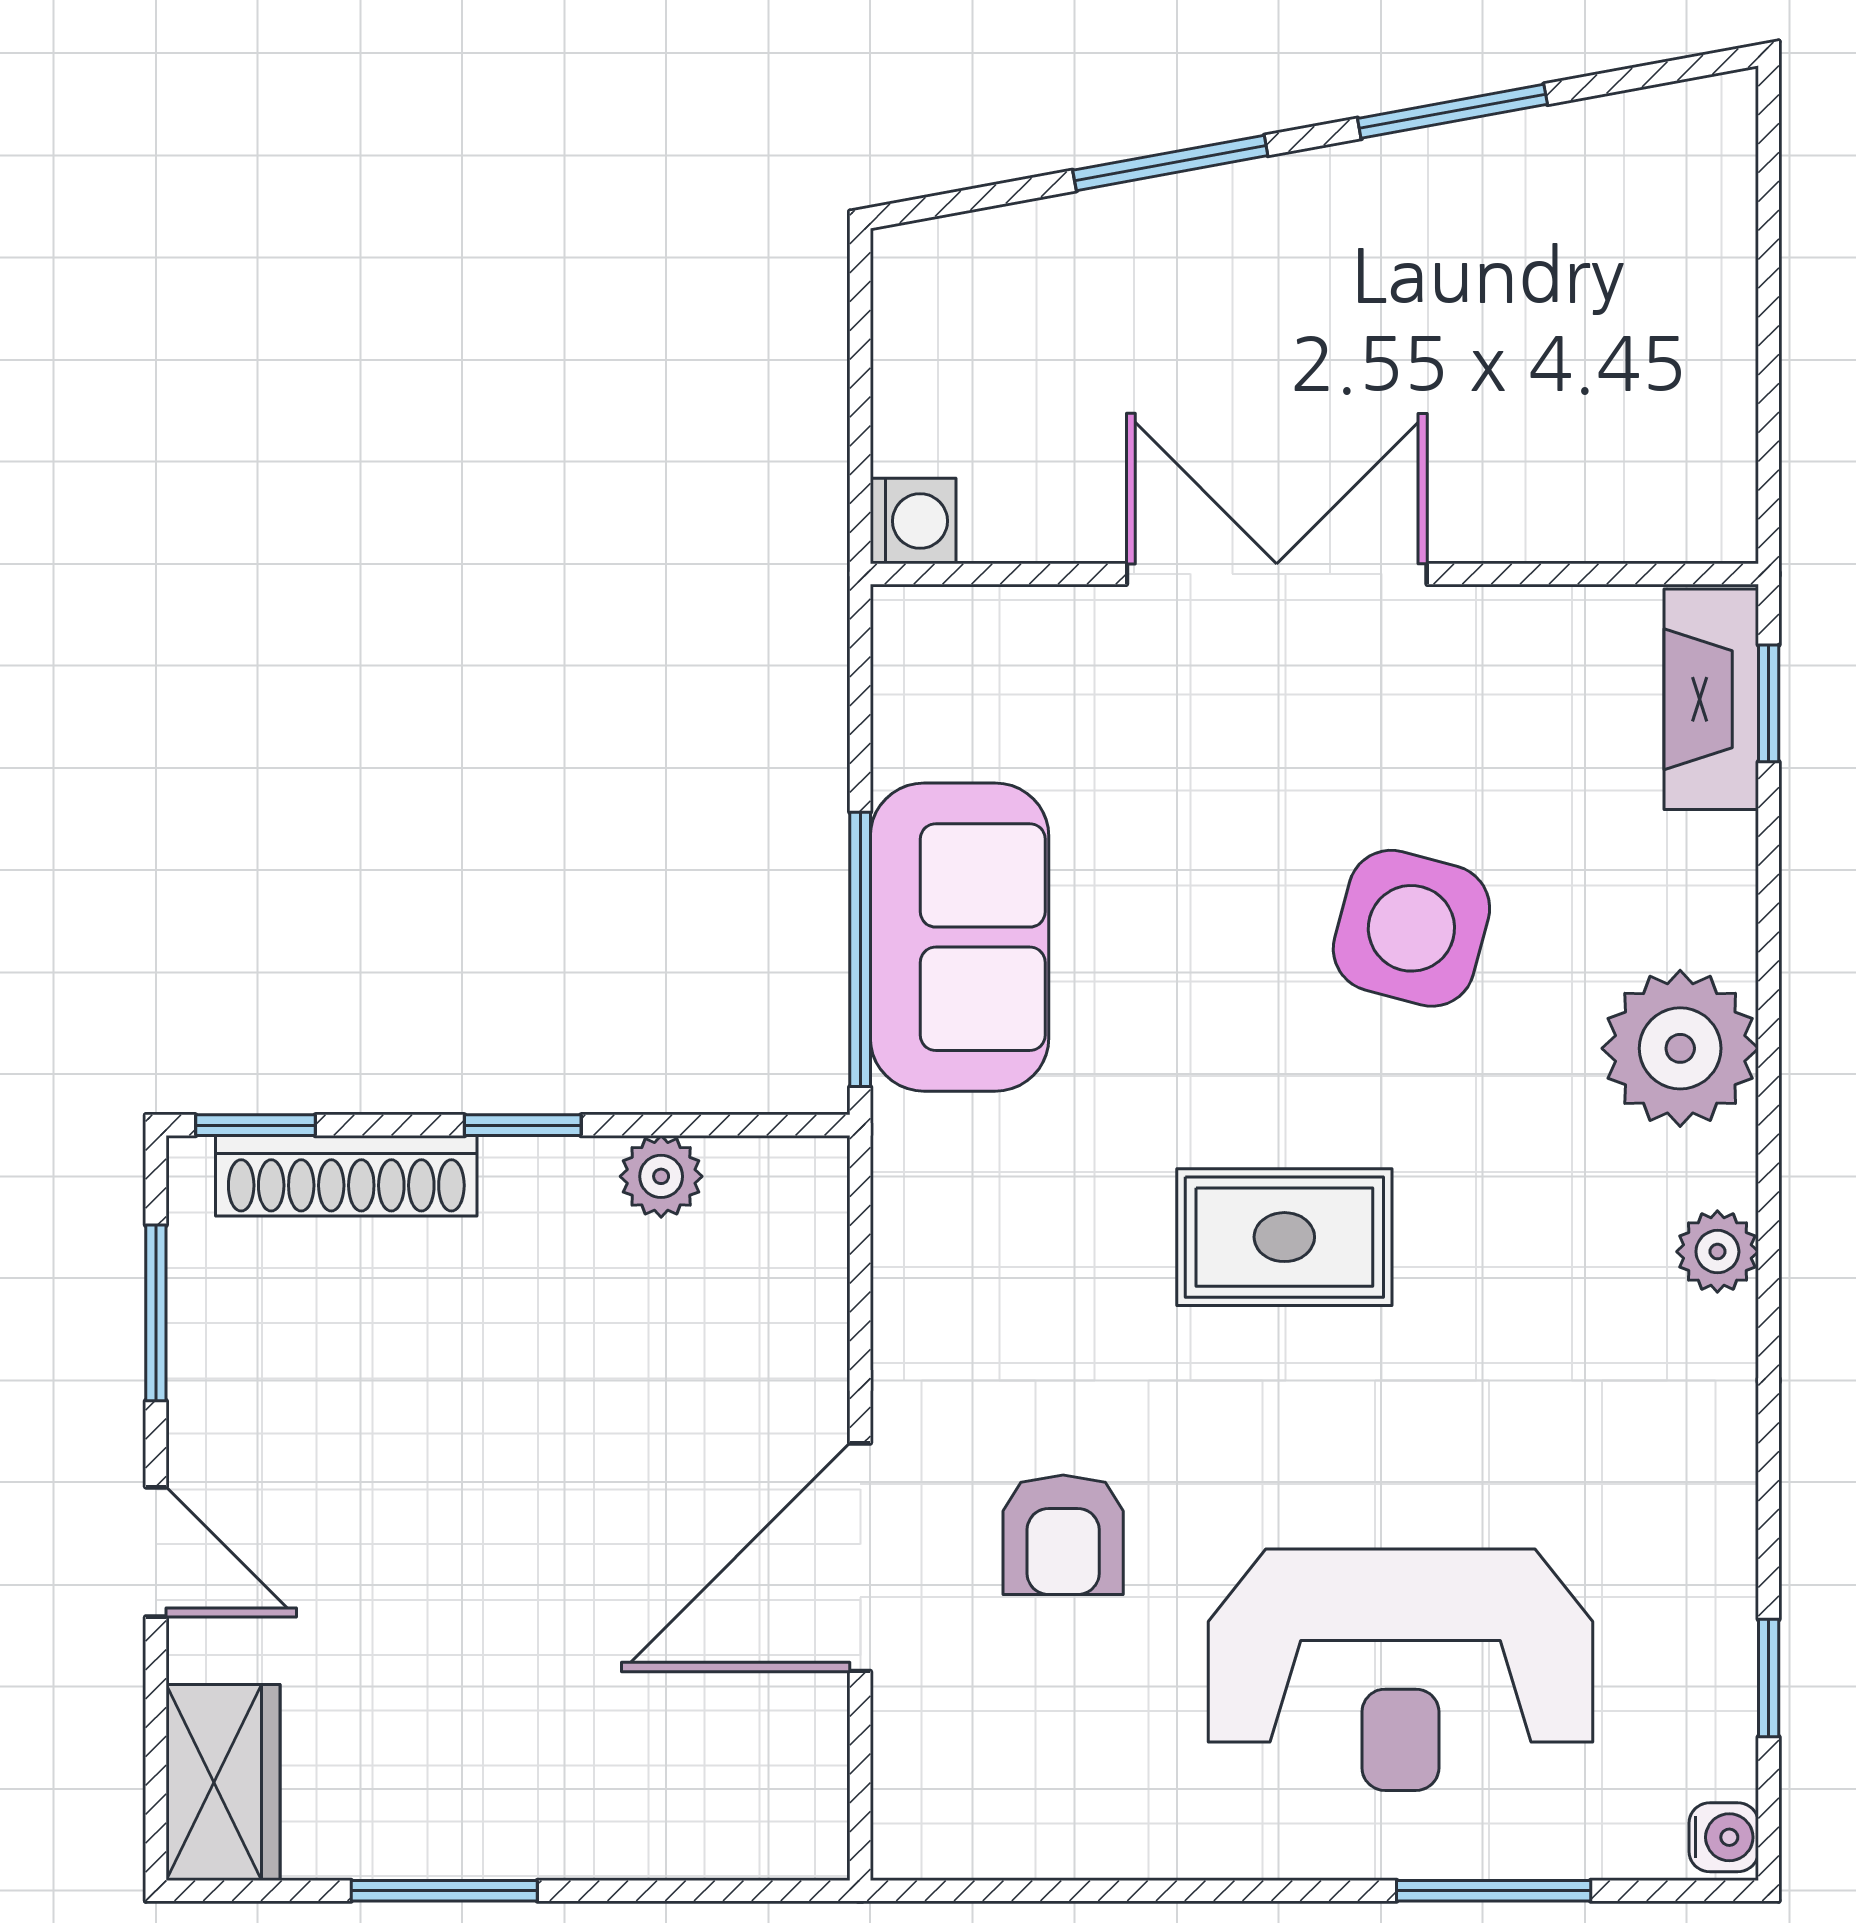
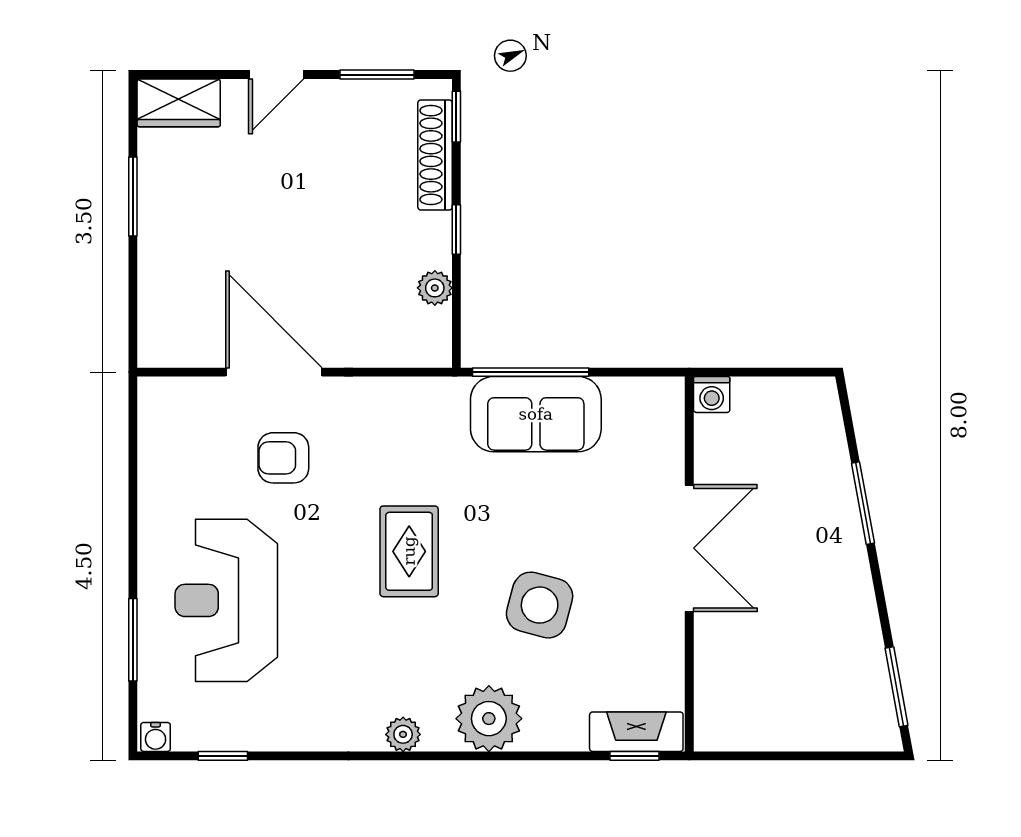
window: (1452, 111) -> (897, 687), moved

